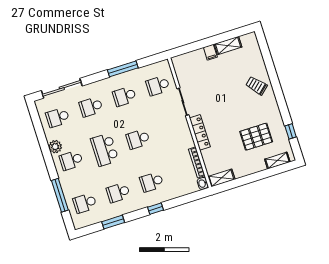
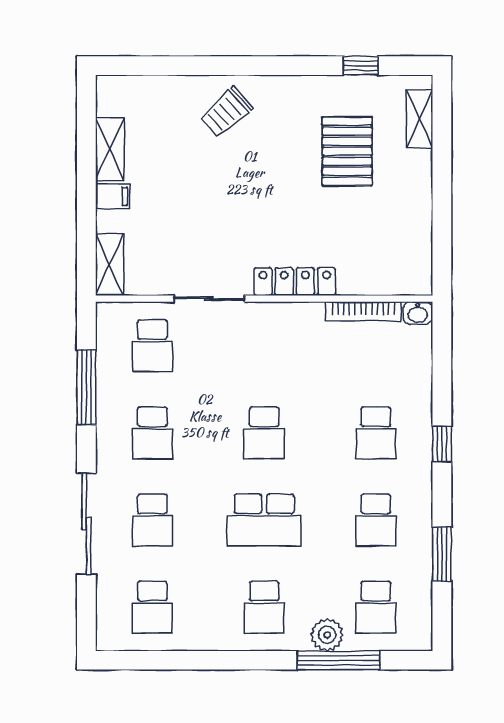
window: (123, 69) -> (86, 387), moved
sliding door: (62, 88) -> (86, 524), moved
plant: (55, 147) -> (327, 635), moved
shelving: (221, 178) -> (110, 265), moved

